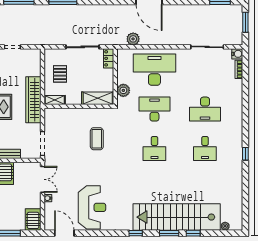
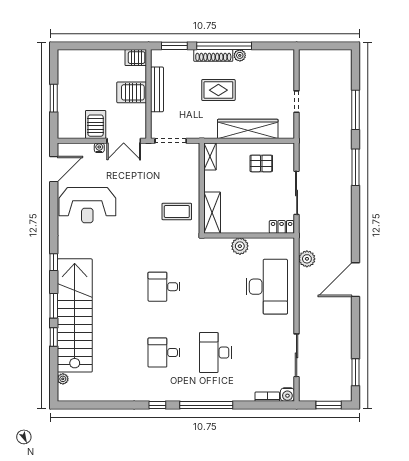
shelving: (98, 98) -> (212, 213), moved
wardrobe: (33, 100) -> (248, 129), moved
shelving: (55, 100) -> (210, 157), moved
wall: (79, 106) -> (202, 188), moved
desk: (154, 109) -> (215, 287), removed
window: (245, 116) -> (206, 405), added
server rack: (33, 220) -> (96, 124), moved, turned -90

